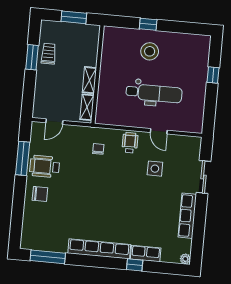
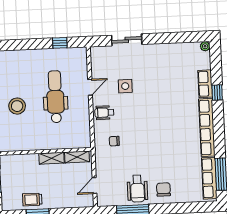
window: (213, 75) -> (60, 43), moved
door: (54, 122) -> (95, 185), swing flipped
row of seats: (187, 216) -> (209, 178), moved, turned 90

